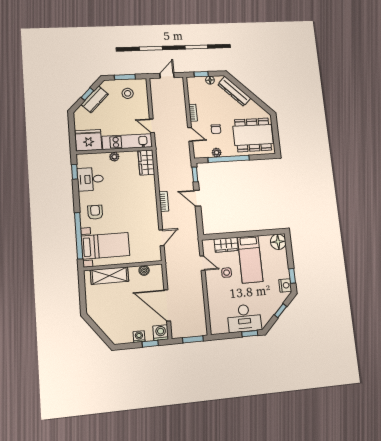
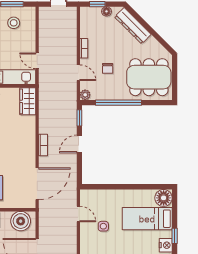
plant: (217, 153) -> (85, 95), moved
door: (197, 198) -> (79, 144), hinge flipped
door: (161, 238) -> (37, 184), width x1.88
wardrobe: (226, 245) -> (106, 197), removed
bed: (250, 259) -> (147, 219), moved, turned 90
boiler: (144, 270) -> (21, 221), width x1.86, depth x1.86

